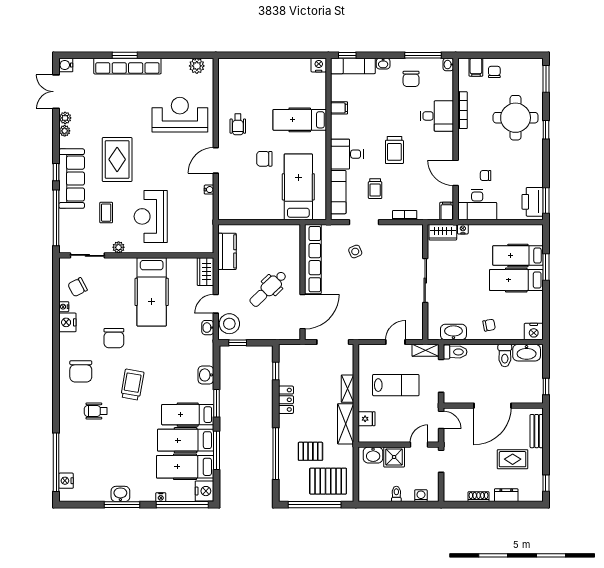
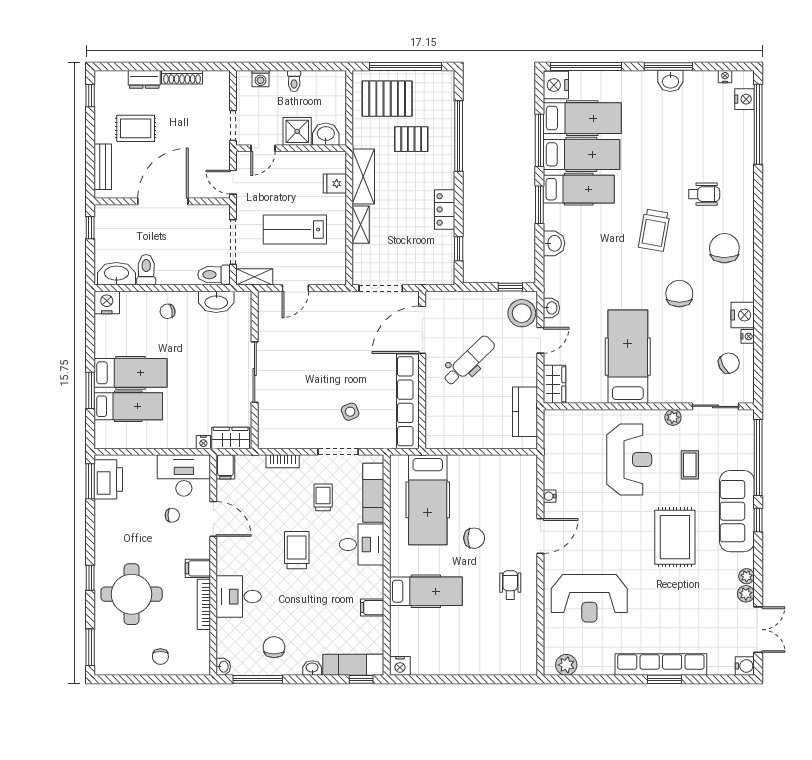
filing cabinet: (476, 67) -> (198, 568), moved, turned -90
nightstand: (161, 497) -> (725, 77), moved
shoe rack: (478, 497) -> (182, 77), width x1.43

